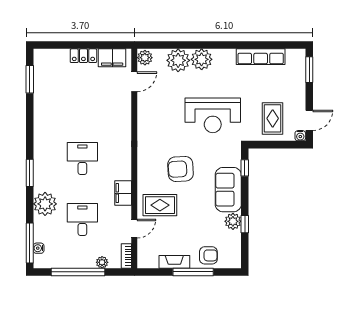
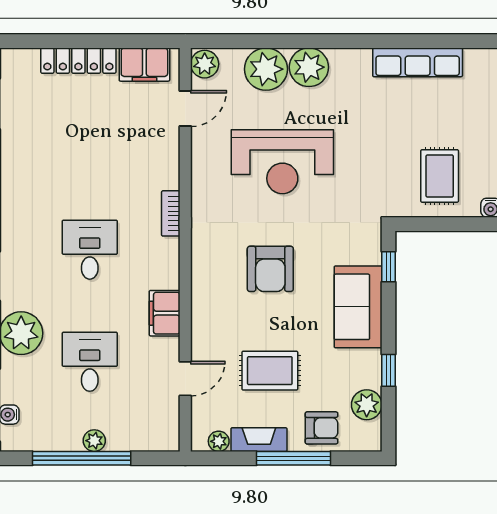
locker: (83, 56) -> (78, 61), width x1.53
reception desk: (213, 115) -> (282, 162), moved
armchair: (181, 169) -> (270, 269), turned -87
rug: (160, 205) -> (270, 371), moved
plant: (233, 221) -> (367, 405), moved
bookcase: (126, 256) -> (171, 213), moved
plant: (102, 262) -> (94, 441), moved
plant: (152, 263) -> (219, 441), added

